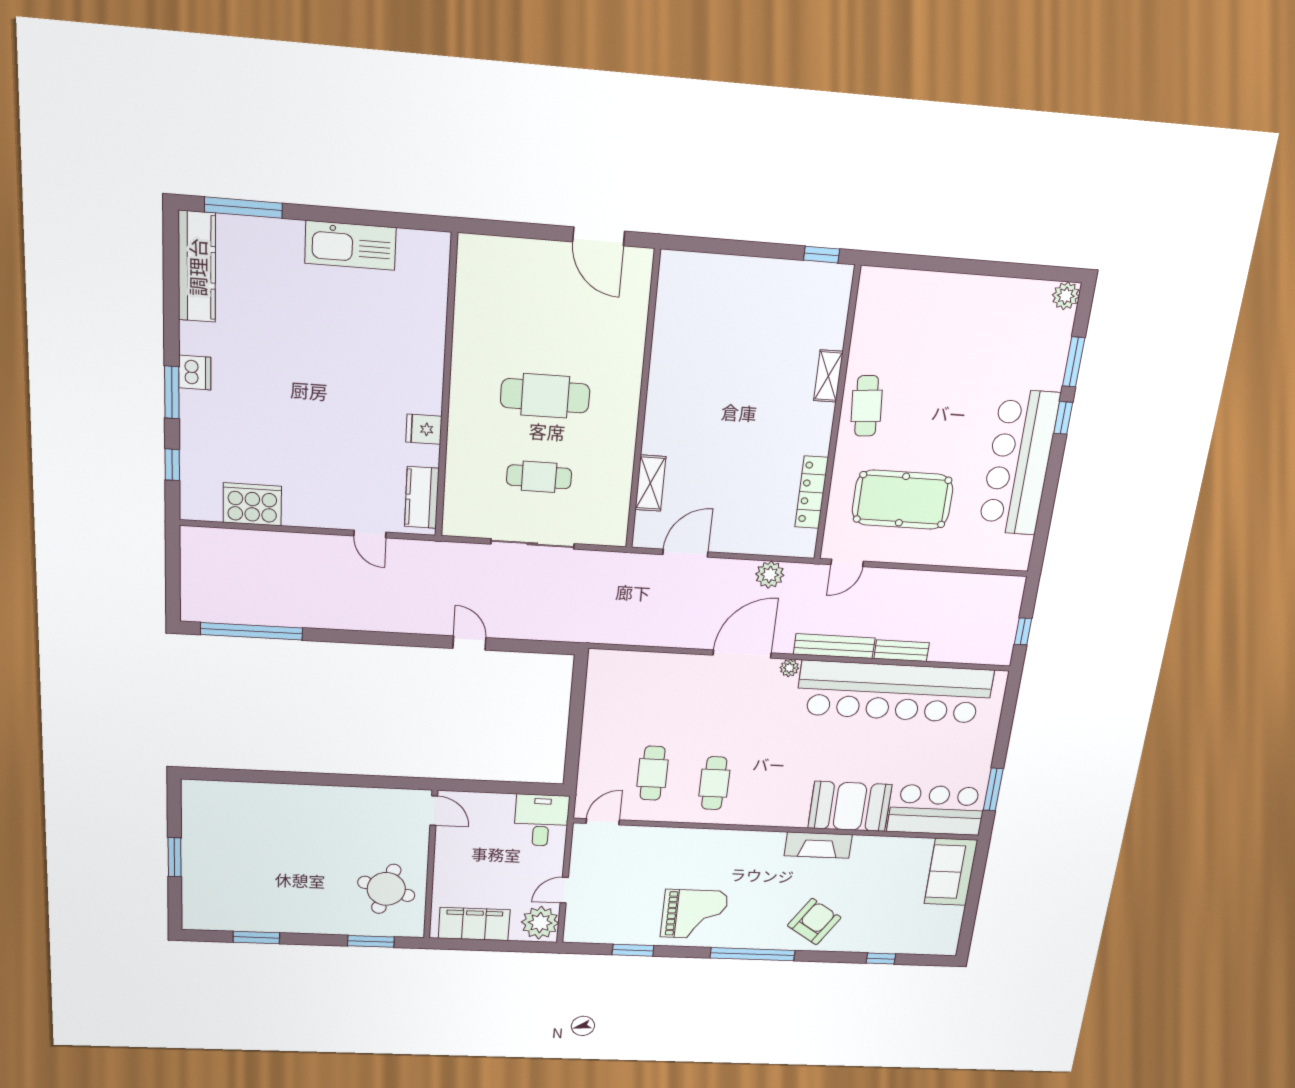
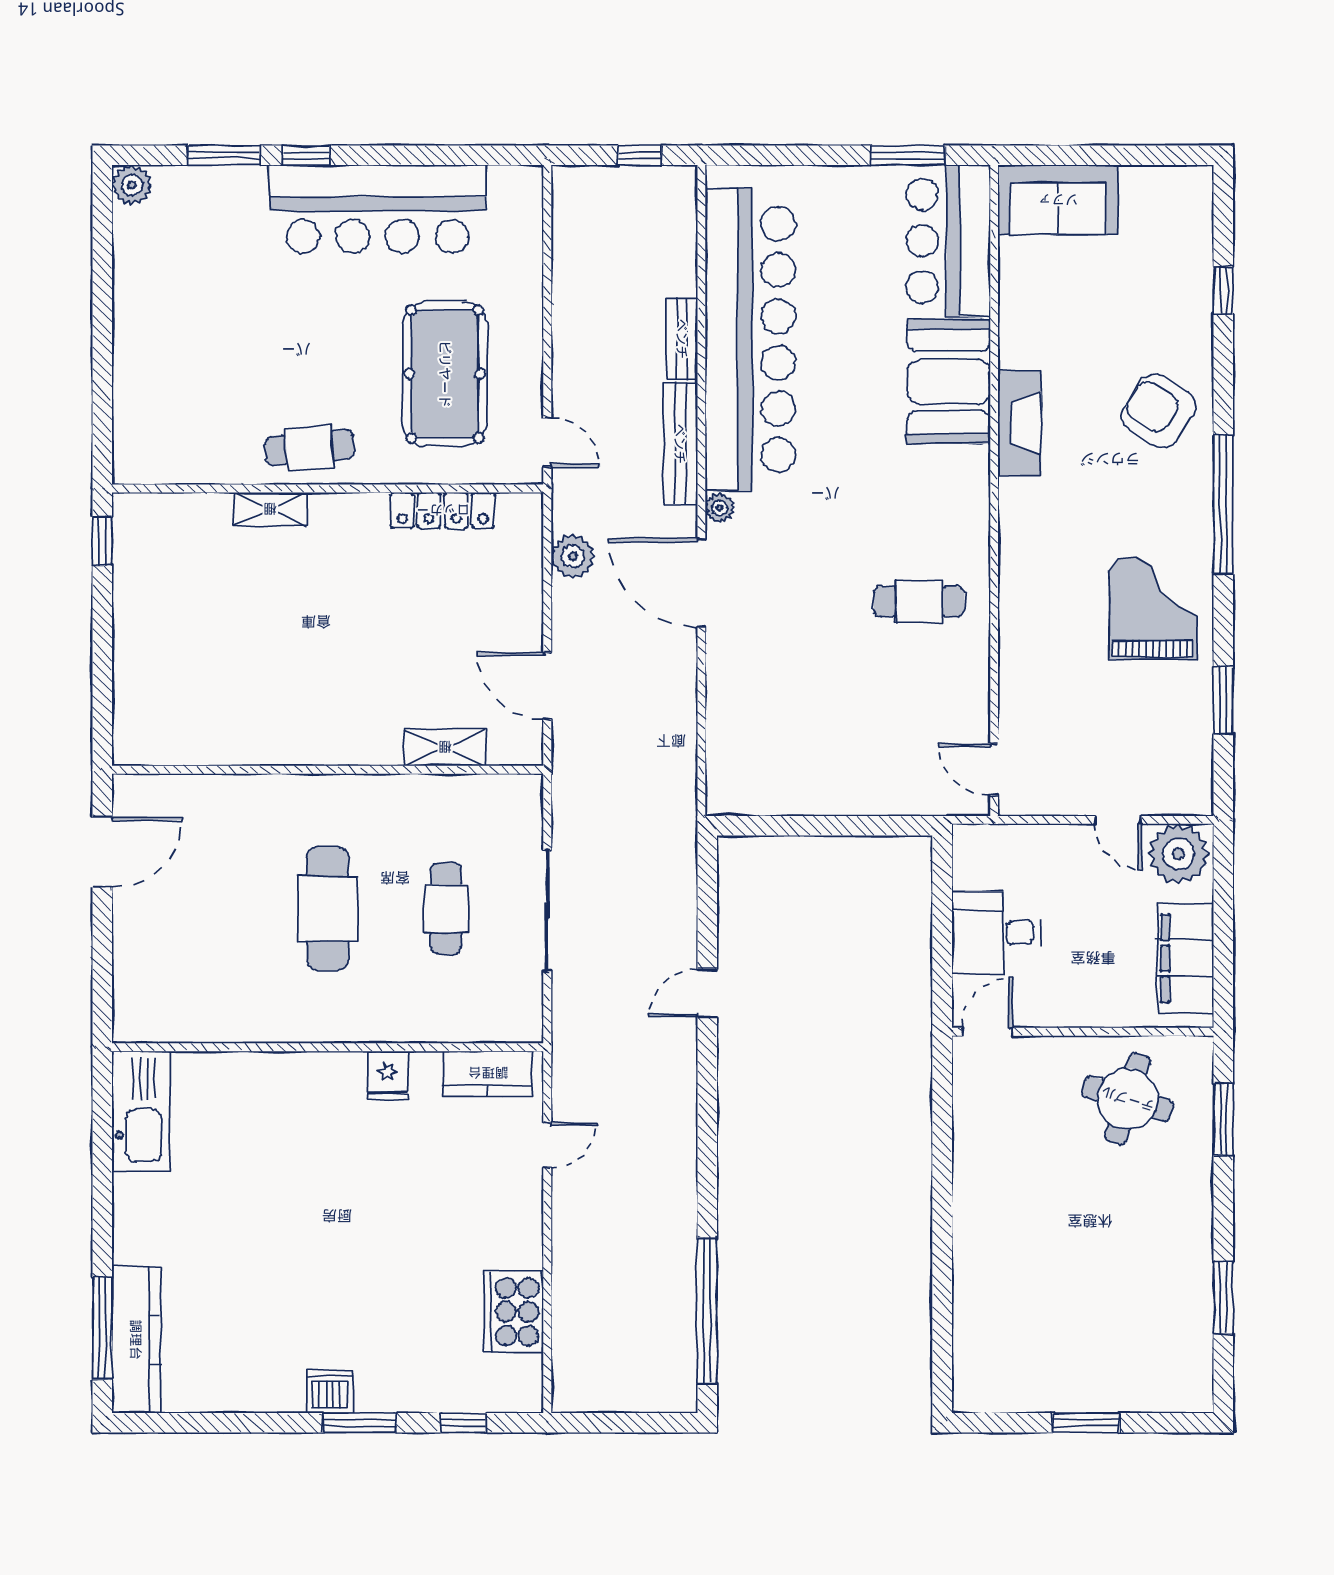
kitchen sink: (350, 245) -> (141, 1111), moved
kitchen counter: (197, 267) -> (136, 1340), moved, turned 90
cafe table: (653, 773) -> (907, 699), removed
desk: (541, 820) -> (996, 932), moved

